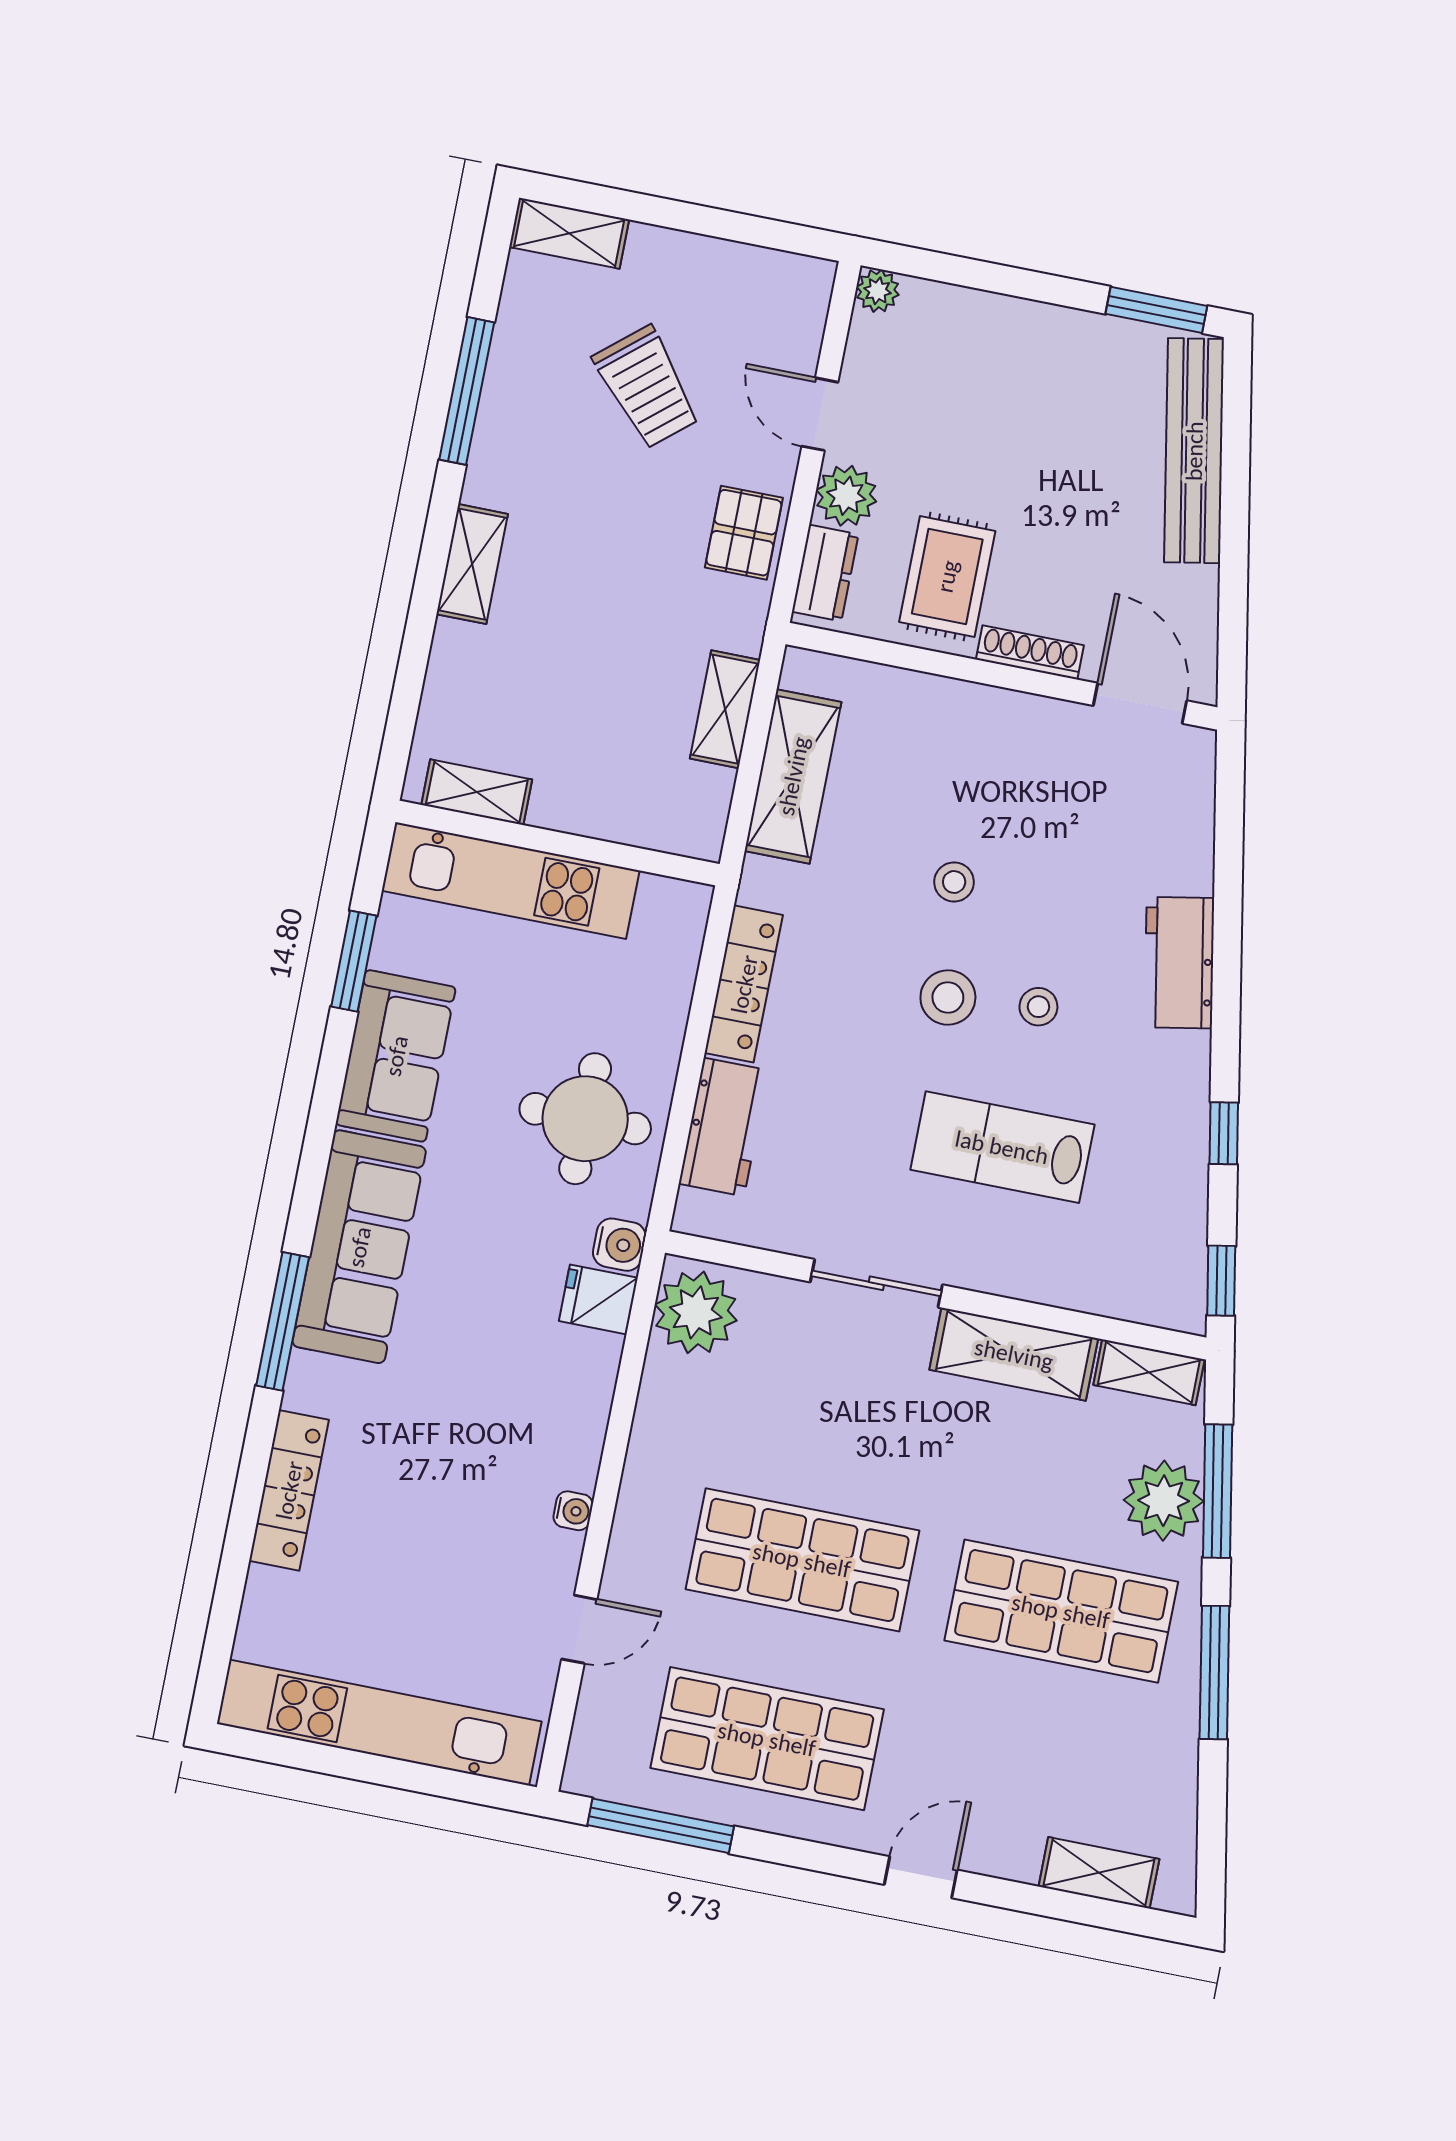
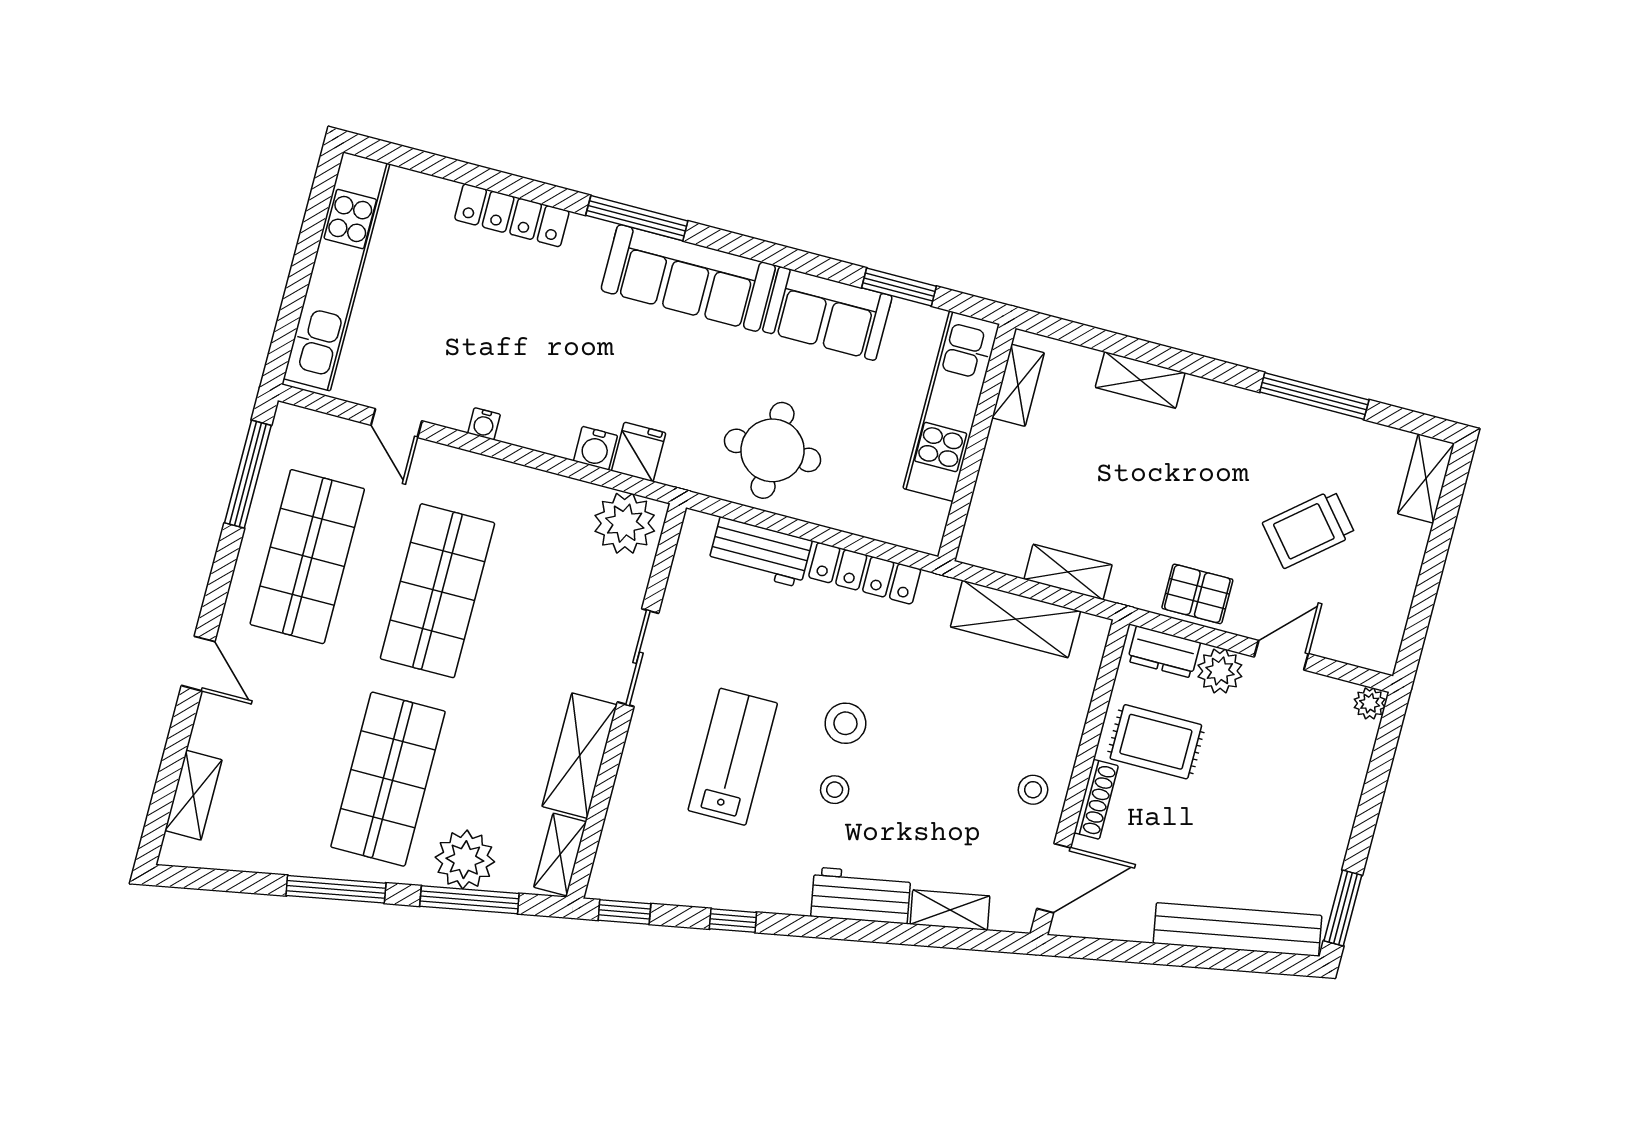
shelving: (472, 564) -> (1140, 380), moved
shelving: (1192, 841) -> (950, 910), added
stool: (954, 882) -> (1033, 790), moved
water cooler: (619, 1245) -> (595, 448), moved

